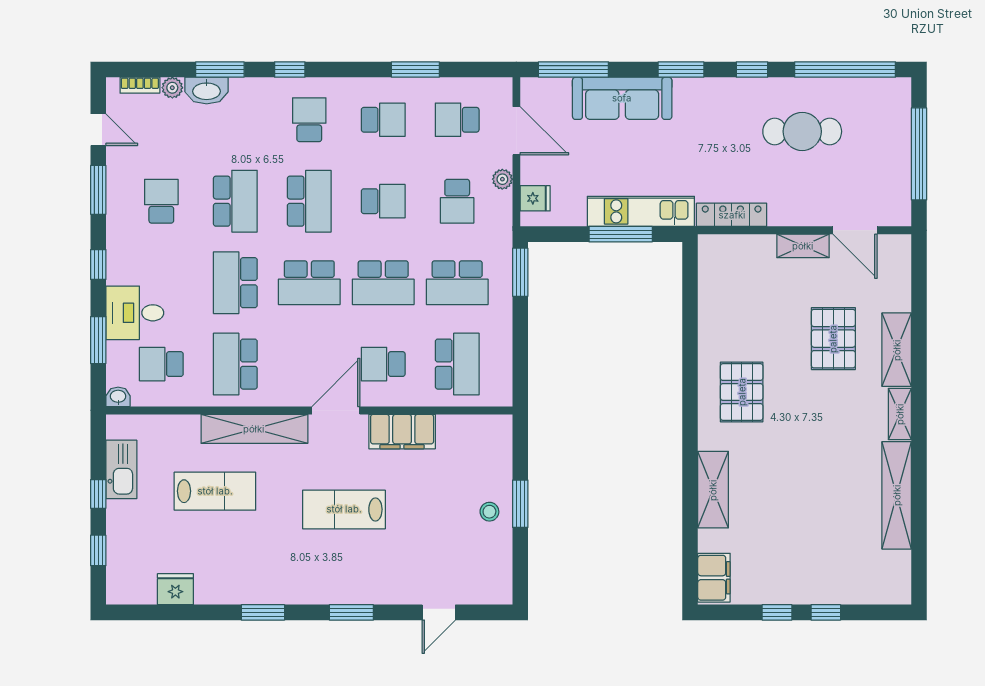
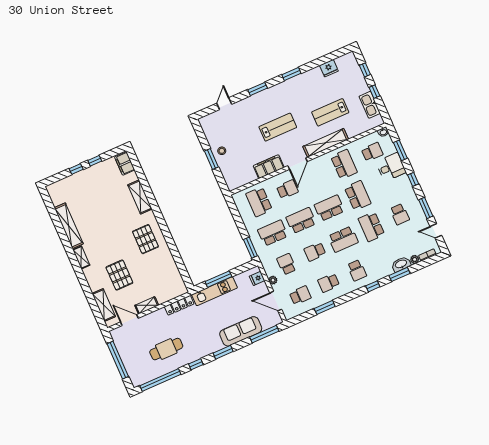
school desk: (309, 201) -> (343, 239), turned -90
shelving: (897, 350) -> (104, 305), moved

